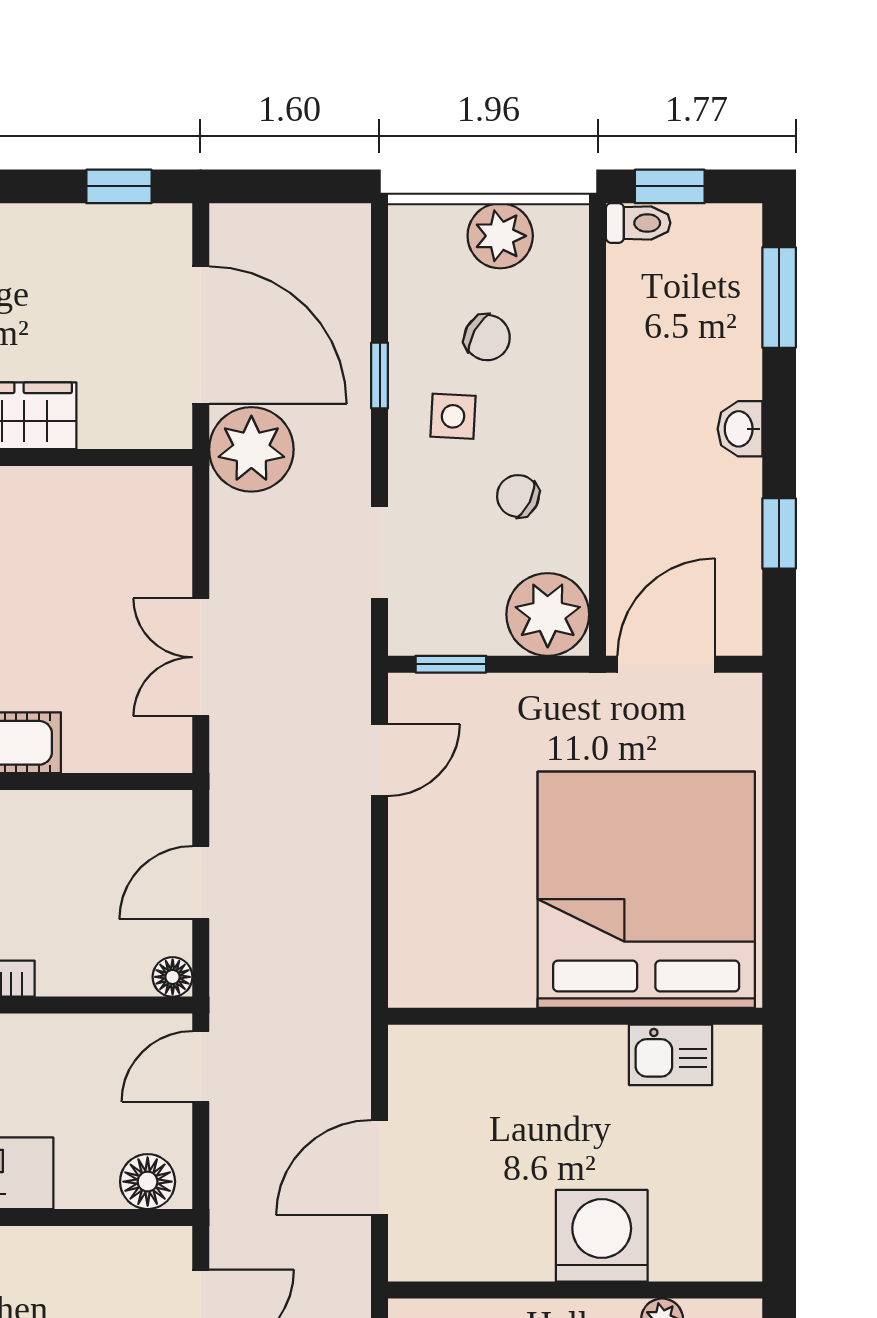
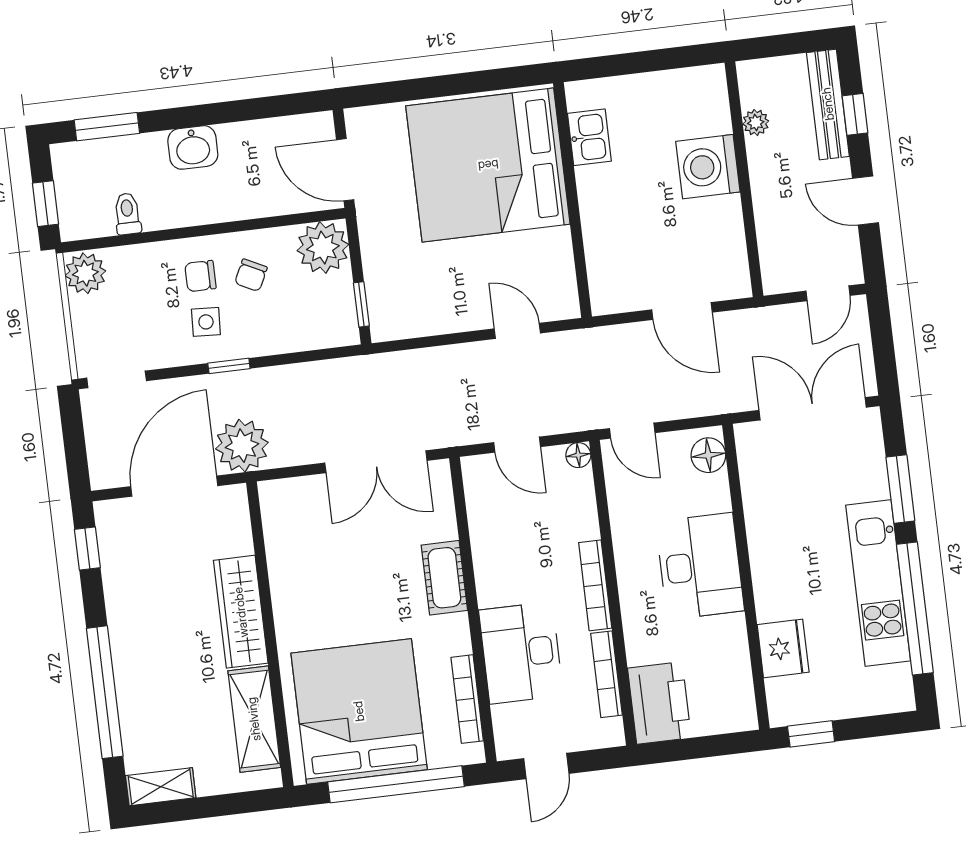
toilet: (638, 223) -> (127, 214), moved
plant: (500, 236) -> (85, 273), moved
chair: (487, 338) -> (200, 276), moved, turned -119
window: (380, 376) -> (229, 366), moved
washbasin: (740, 429) -> (193, 147), width x1.38, depth x1.45
window: (779, 533) -> (255, 109), removed
doorway: (380, 552) -> (117, 379), moved
double door: (201, 657) -> (376, 462), width x1.37
door: (380, 760) -> (517, 331), moved

